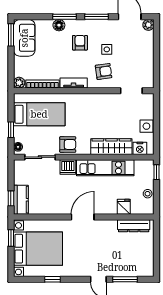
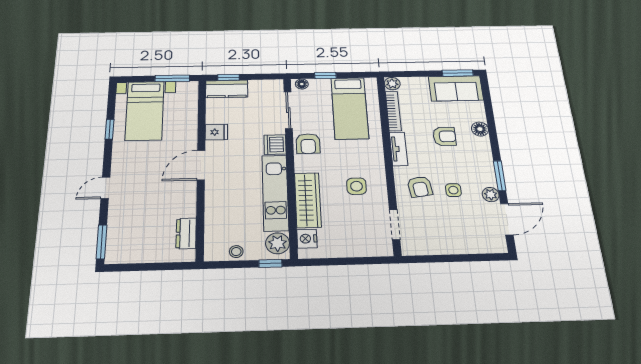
window: (64, 17) -> (493, 136), removed
plant: (148, 25) -> (491, 195), moved
armchair: (80, 43) -> (444, 136), moved
side table: (146, 126) -> (356, 186), moved
plant: (143, 167) -> (278, 243), added
fridge: (124, 207) -> (216, 132), moved
door: (83, 217) -> (201, 165), swing flipped
dresser: (134, 226) -> (186, 233), width x0.70
window: (11, 238) -> (172, 78), width x1.50
bed with nightstands: (38, 249) -> (145, 111), width x0.73
window: (125, 279) -> (101, 242), moved

